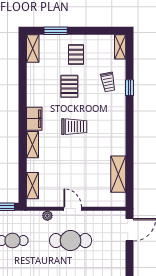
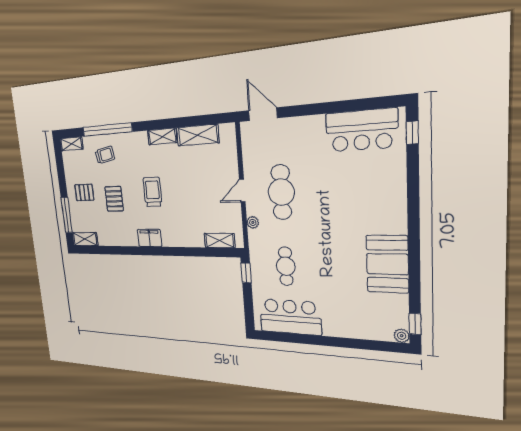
window: (56, 31) -> (67, 215), width x1.44
pallet: (69, 86) -> (114, 199), turned 90
window: (130, 88) -> (107, 130), width x3.17
shelving: (32, 145) -> (162, 136), moved

